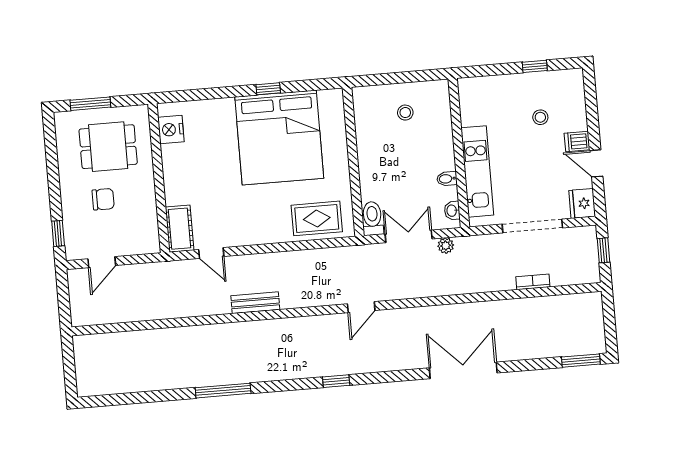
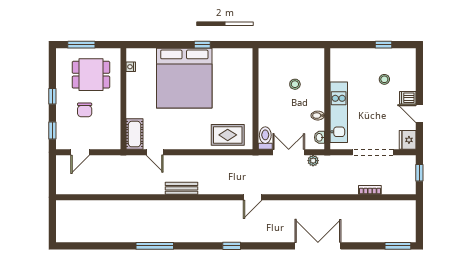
stool: (405, 113) -> (295, 84), moved
nightstand: (171, 130) -> (131, 67), width x0.53, depth x0.56
bed: (279, 138) -> (184, 78), moved
window: (54, 183) -> (52, 96), added
chair: (103, 199) -> (85, 110), turned 90

